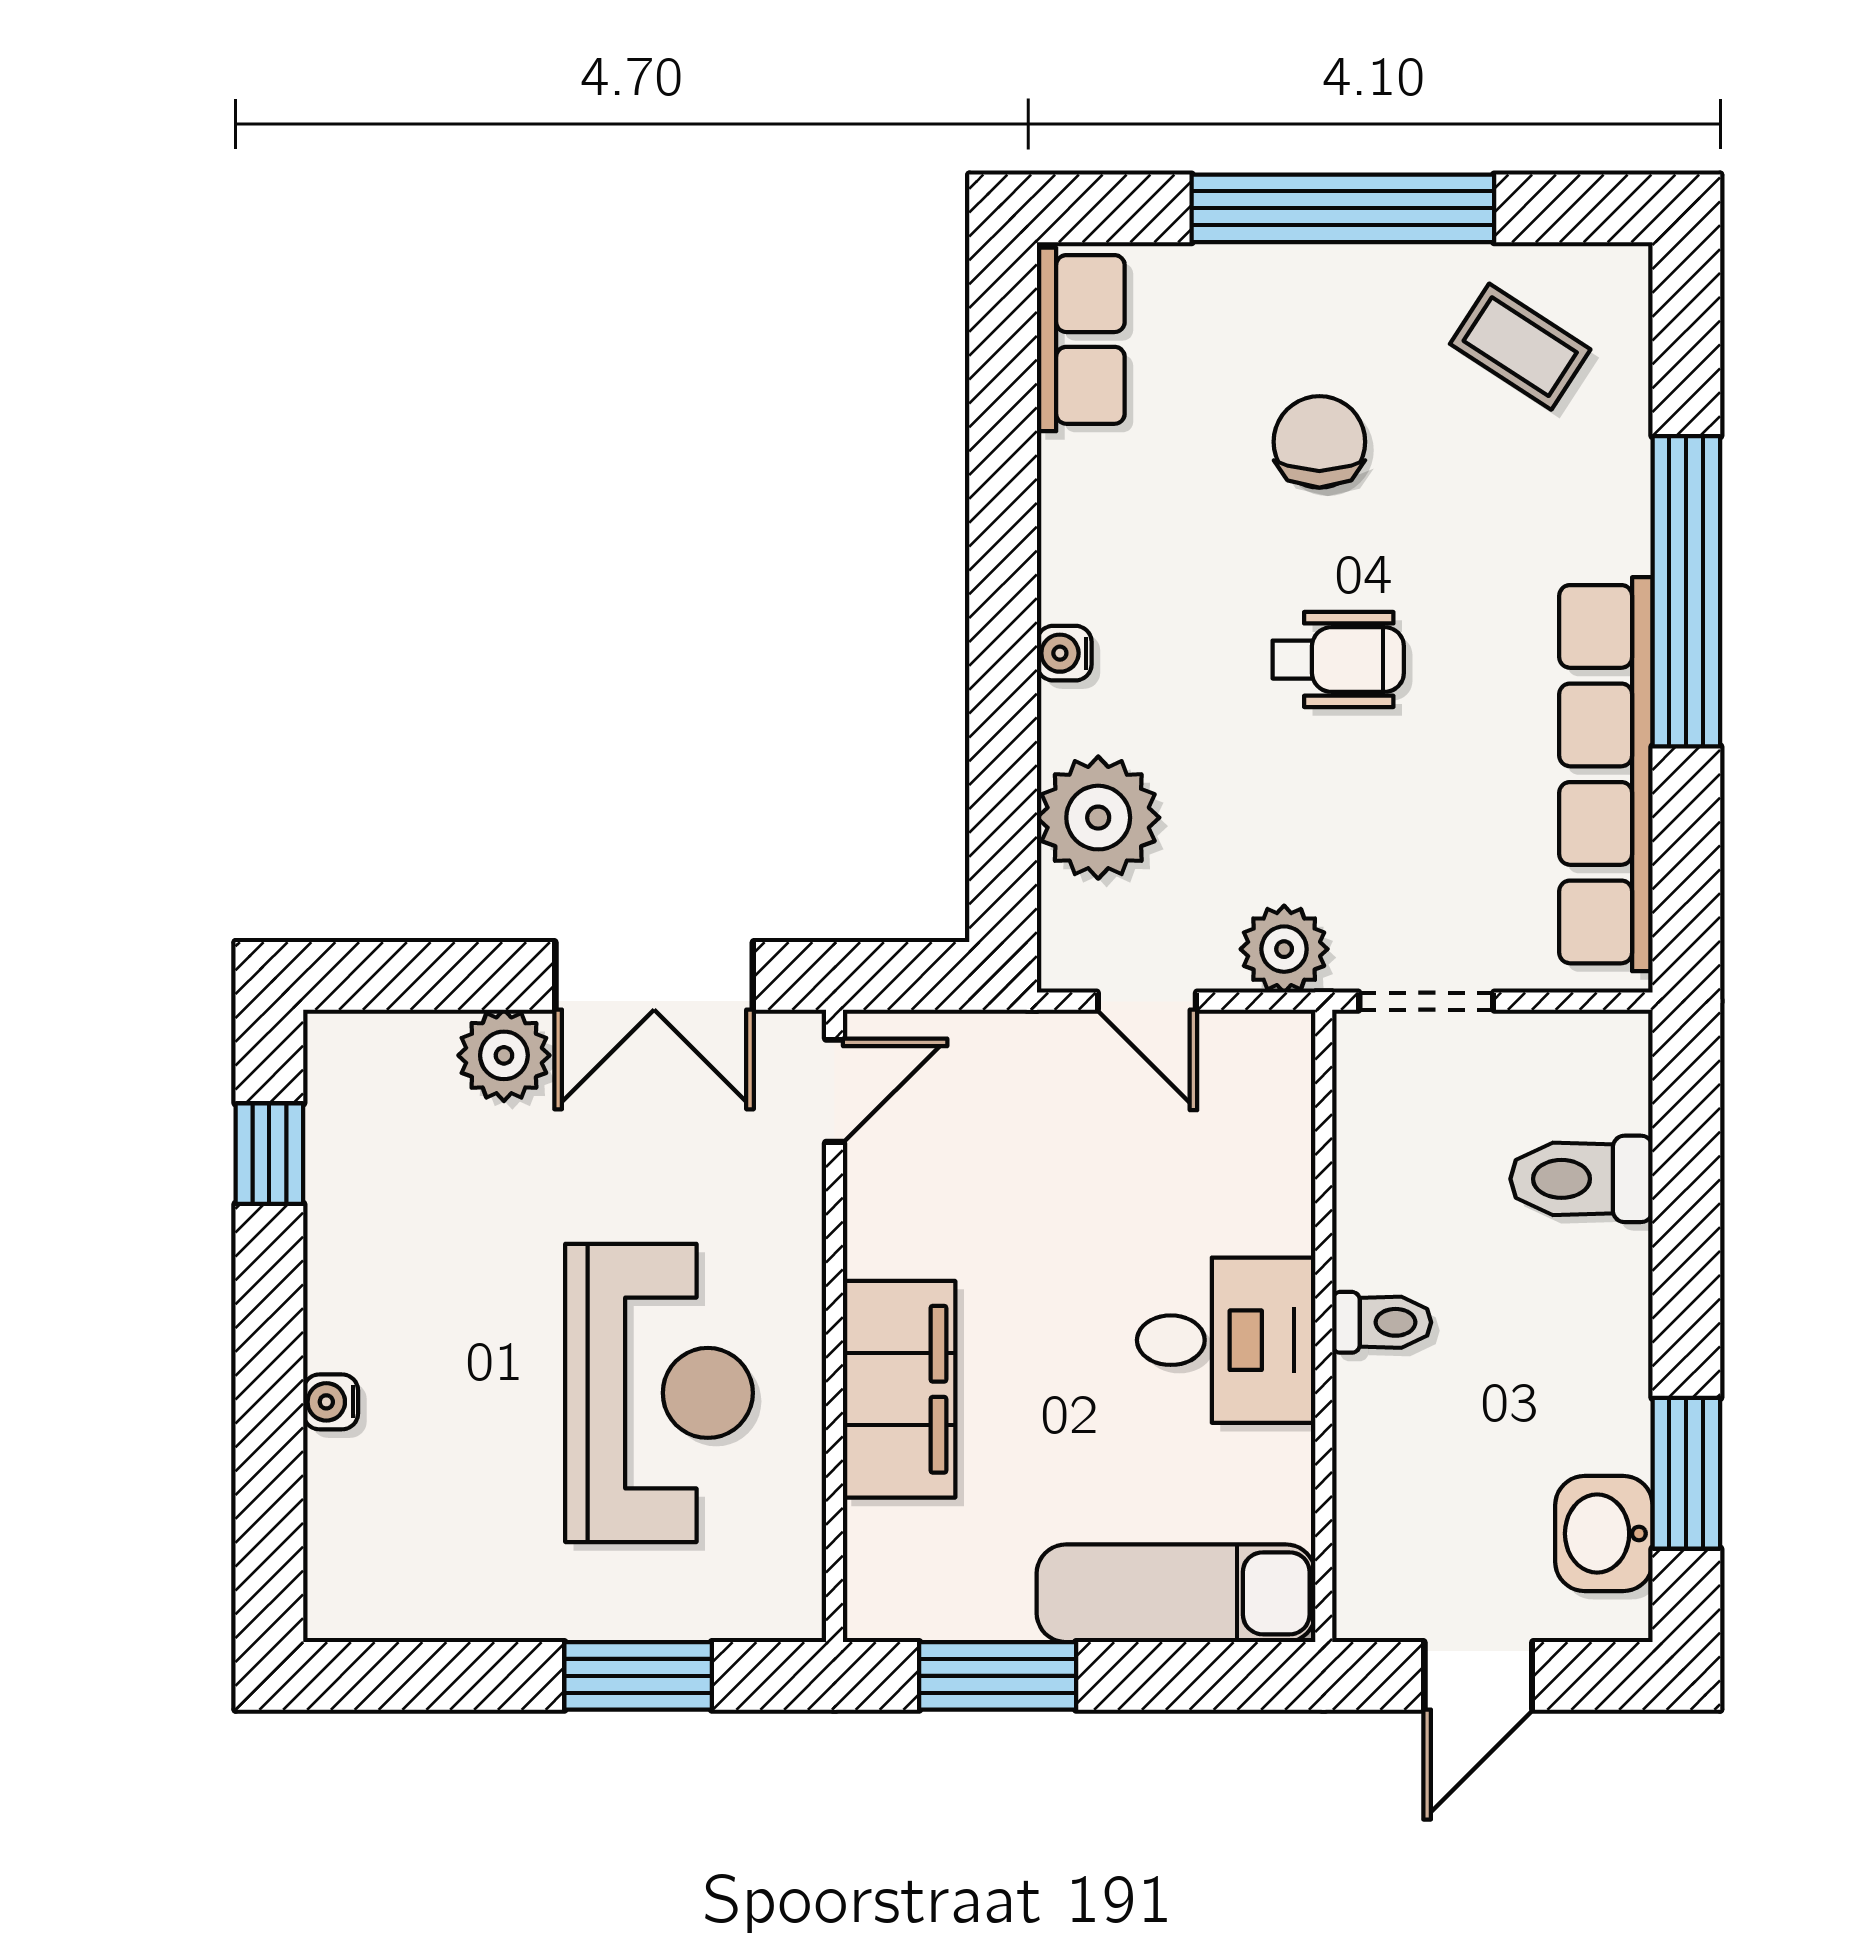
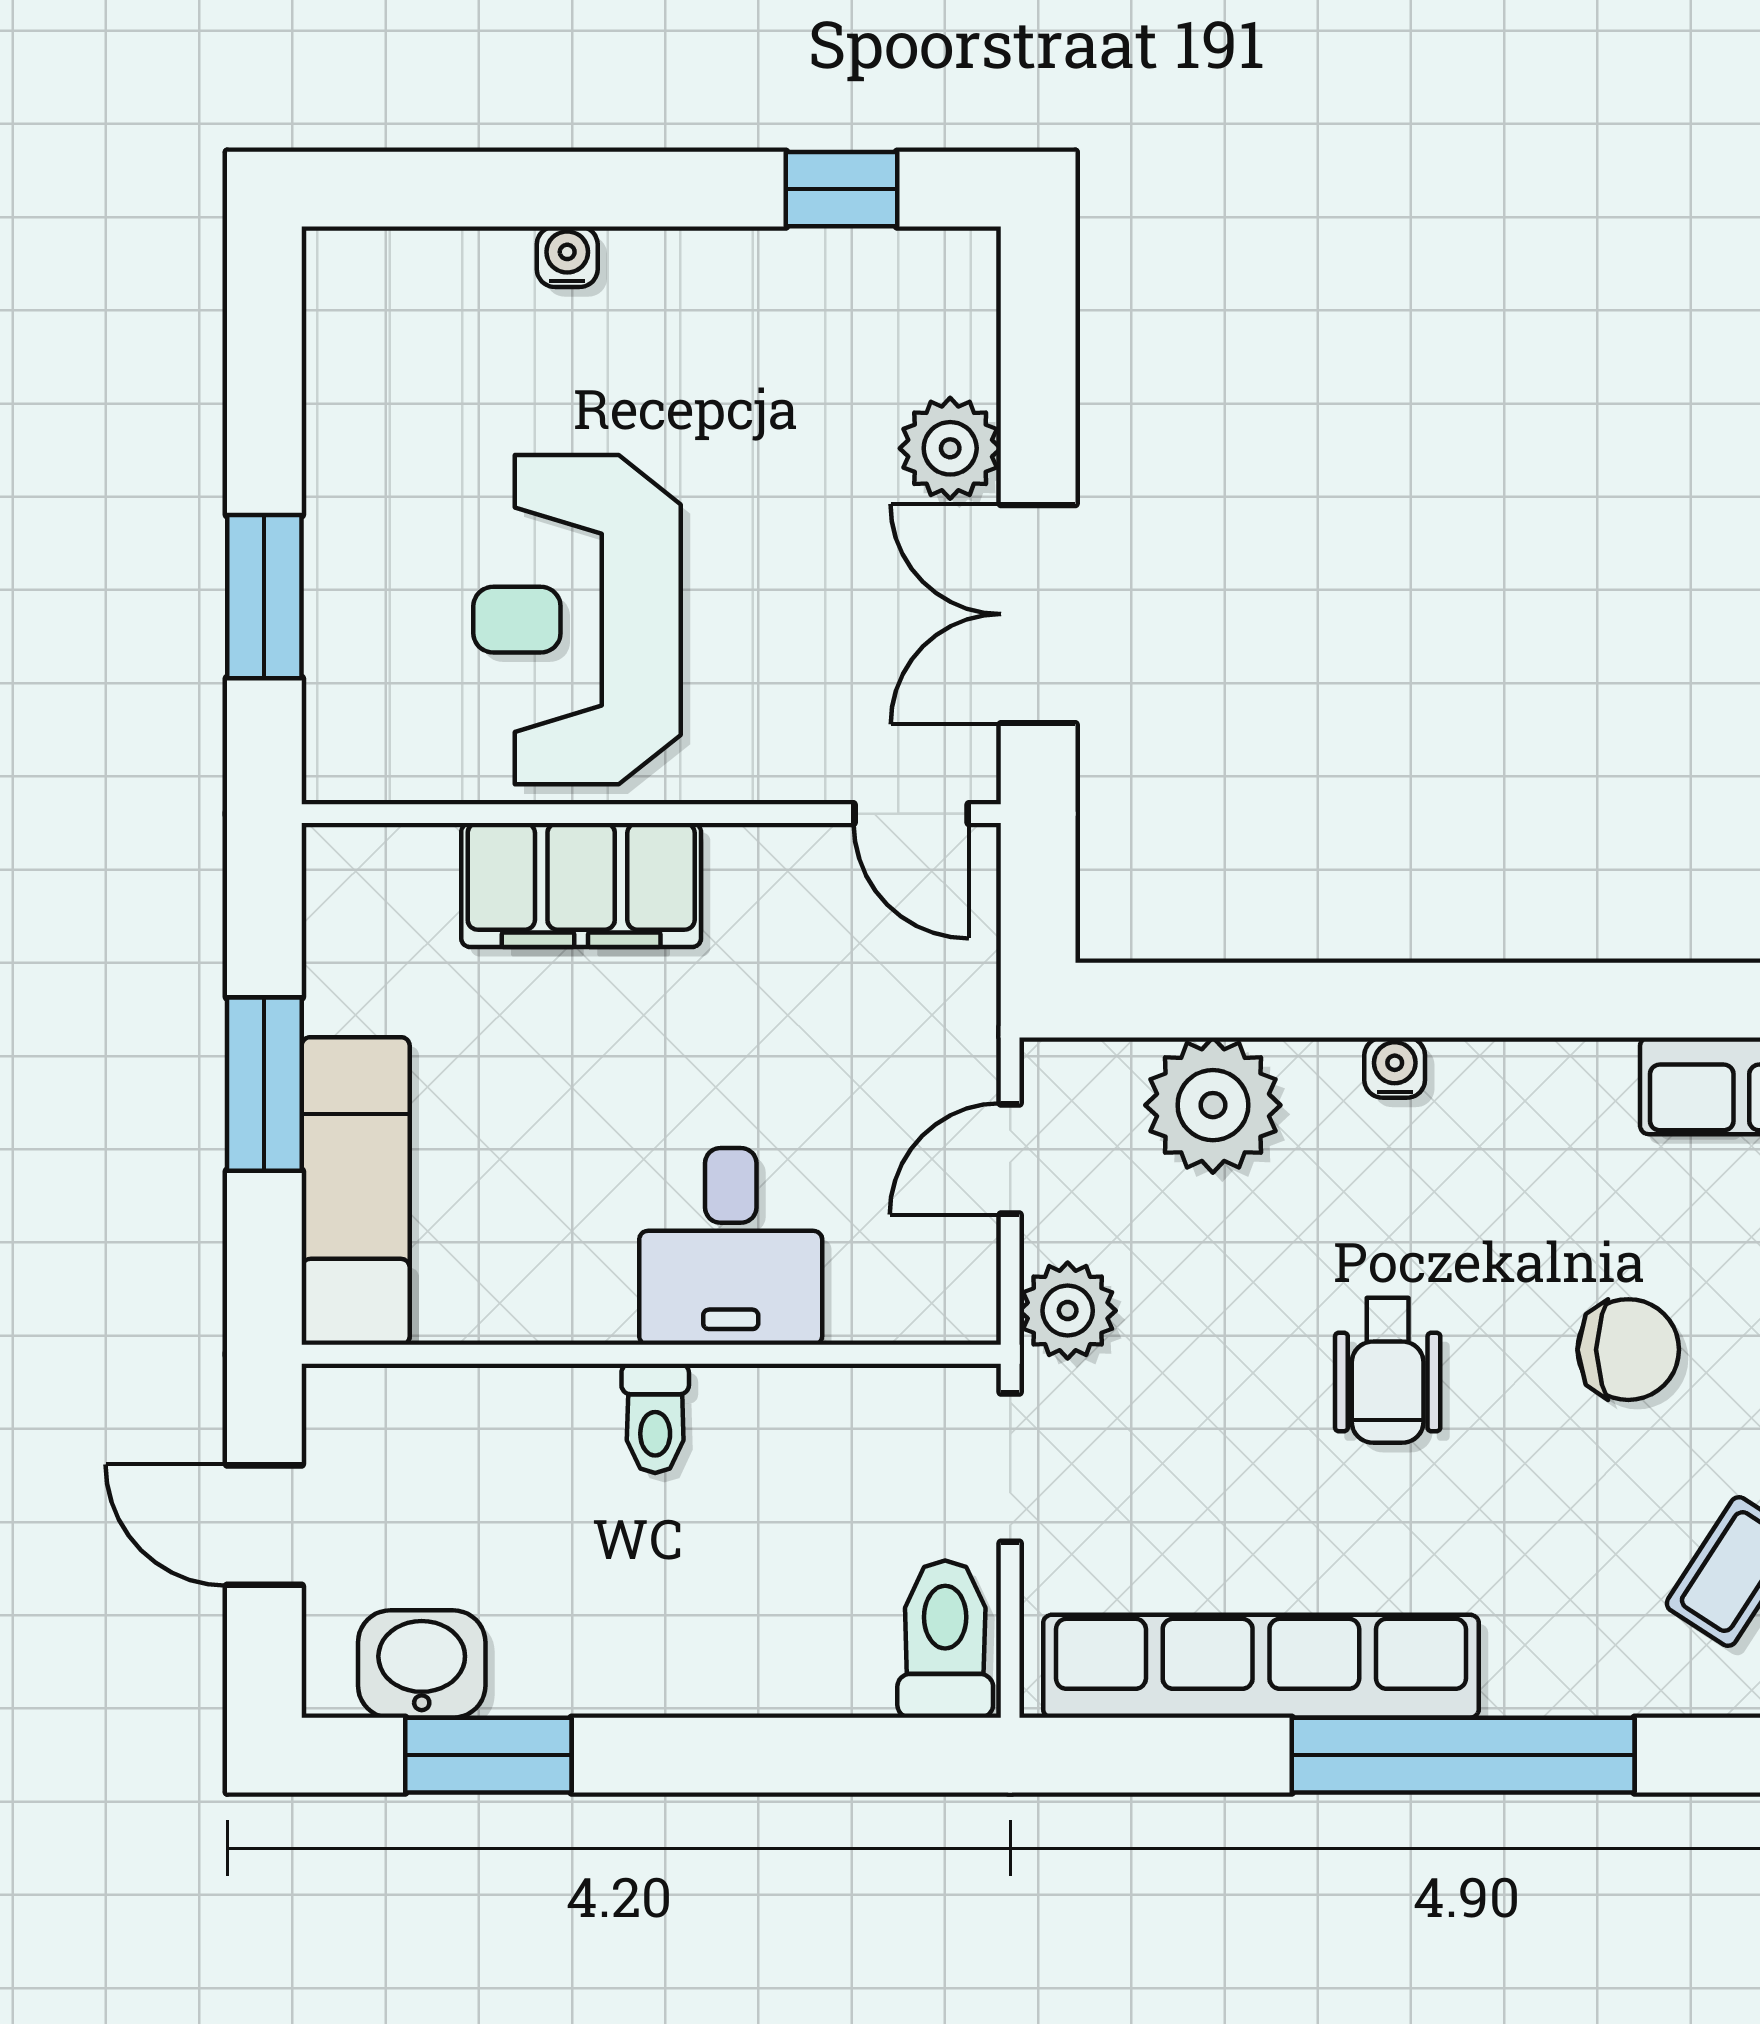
toilet: (1581, 1179) -> (945, 1639), moved
desk: (1226, 1340) -> (731, 1246), moved
reception desk: (659, 1393) -> (577, 620), turned 90
window: (998, 1676) -> (264, 1084), moved

